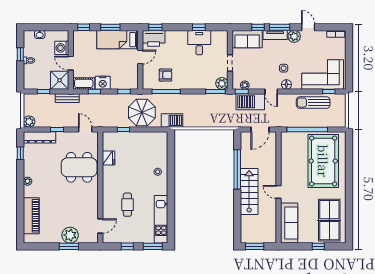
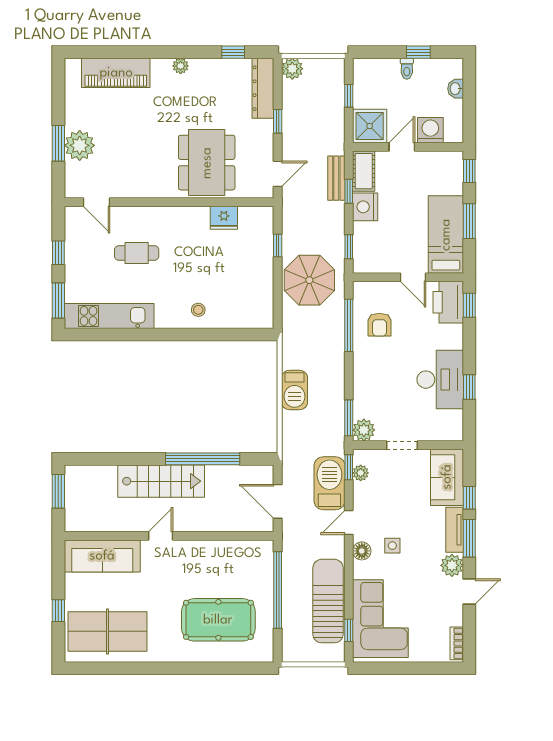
desk: (199, 43) -> (440, 380), width x1.37
bench: (67, 98) -> (336, 178), moved
sun lounger: (313, 103) -> (328, 601), width x1.36, depth x1.34
barbecue: (172, 120) -> (294, 390), moved
pool table: (323, 161) -> (218, 620), width x0.73, depth x0.76

